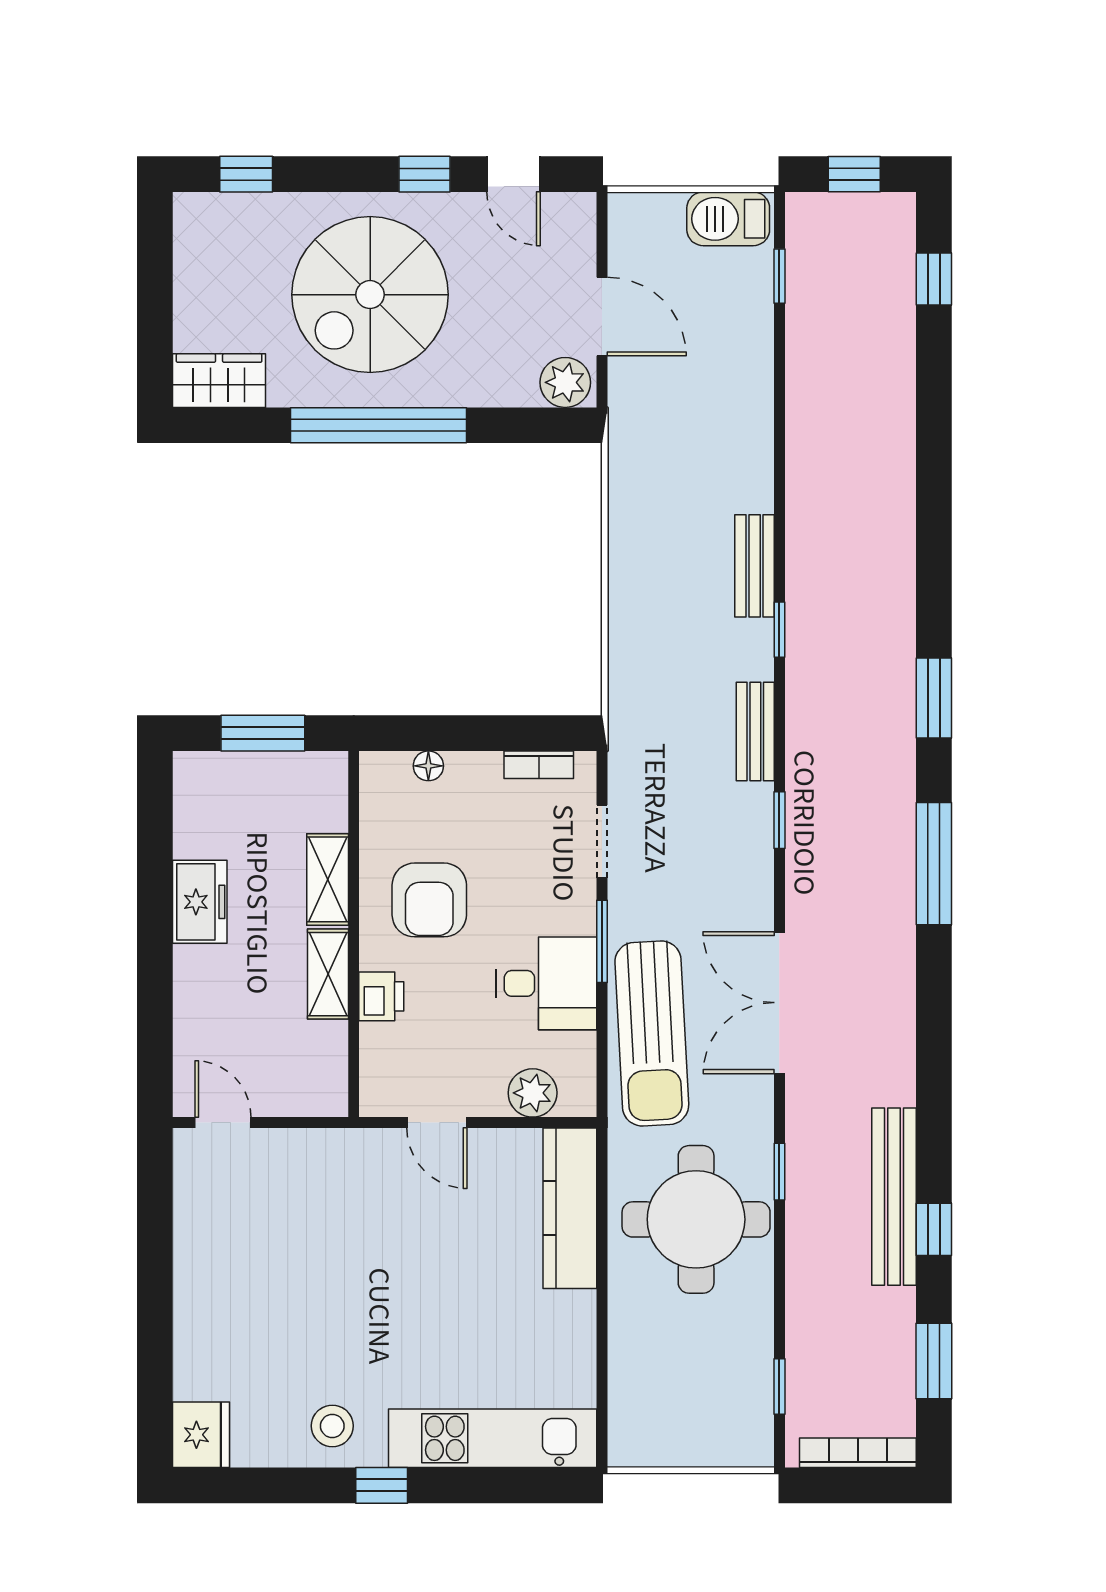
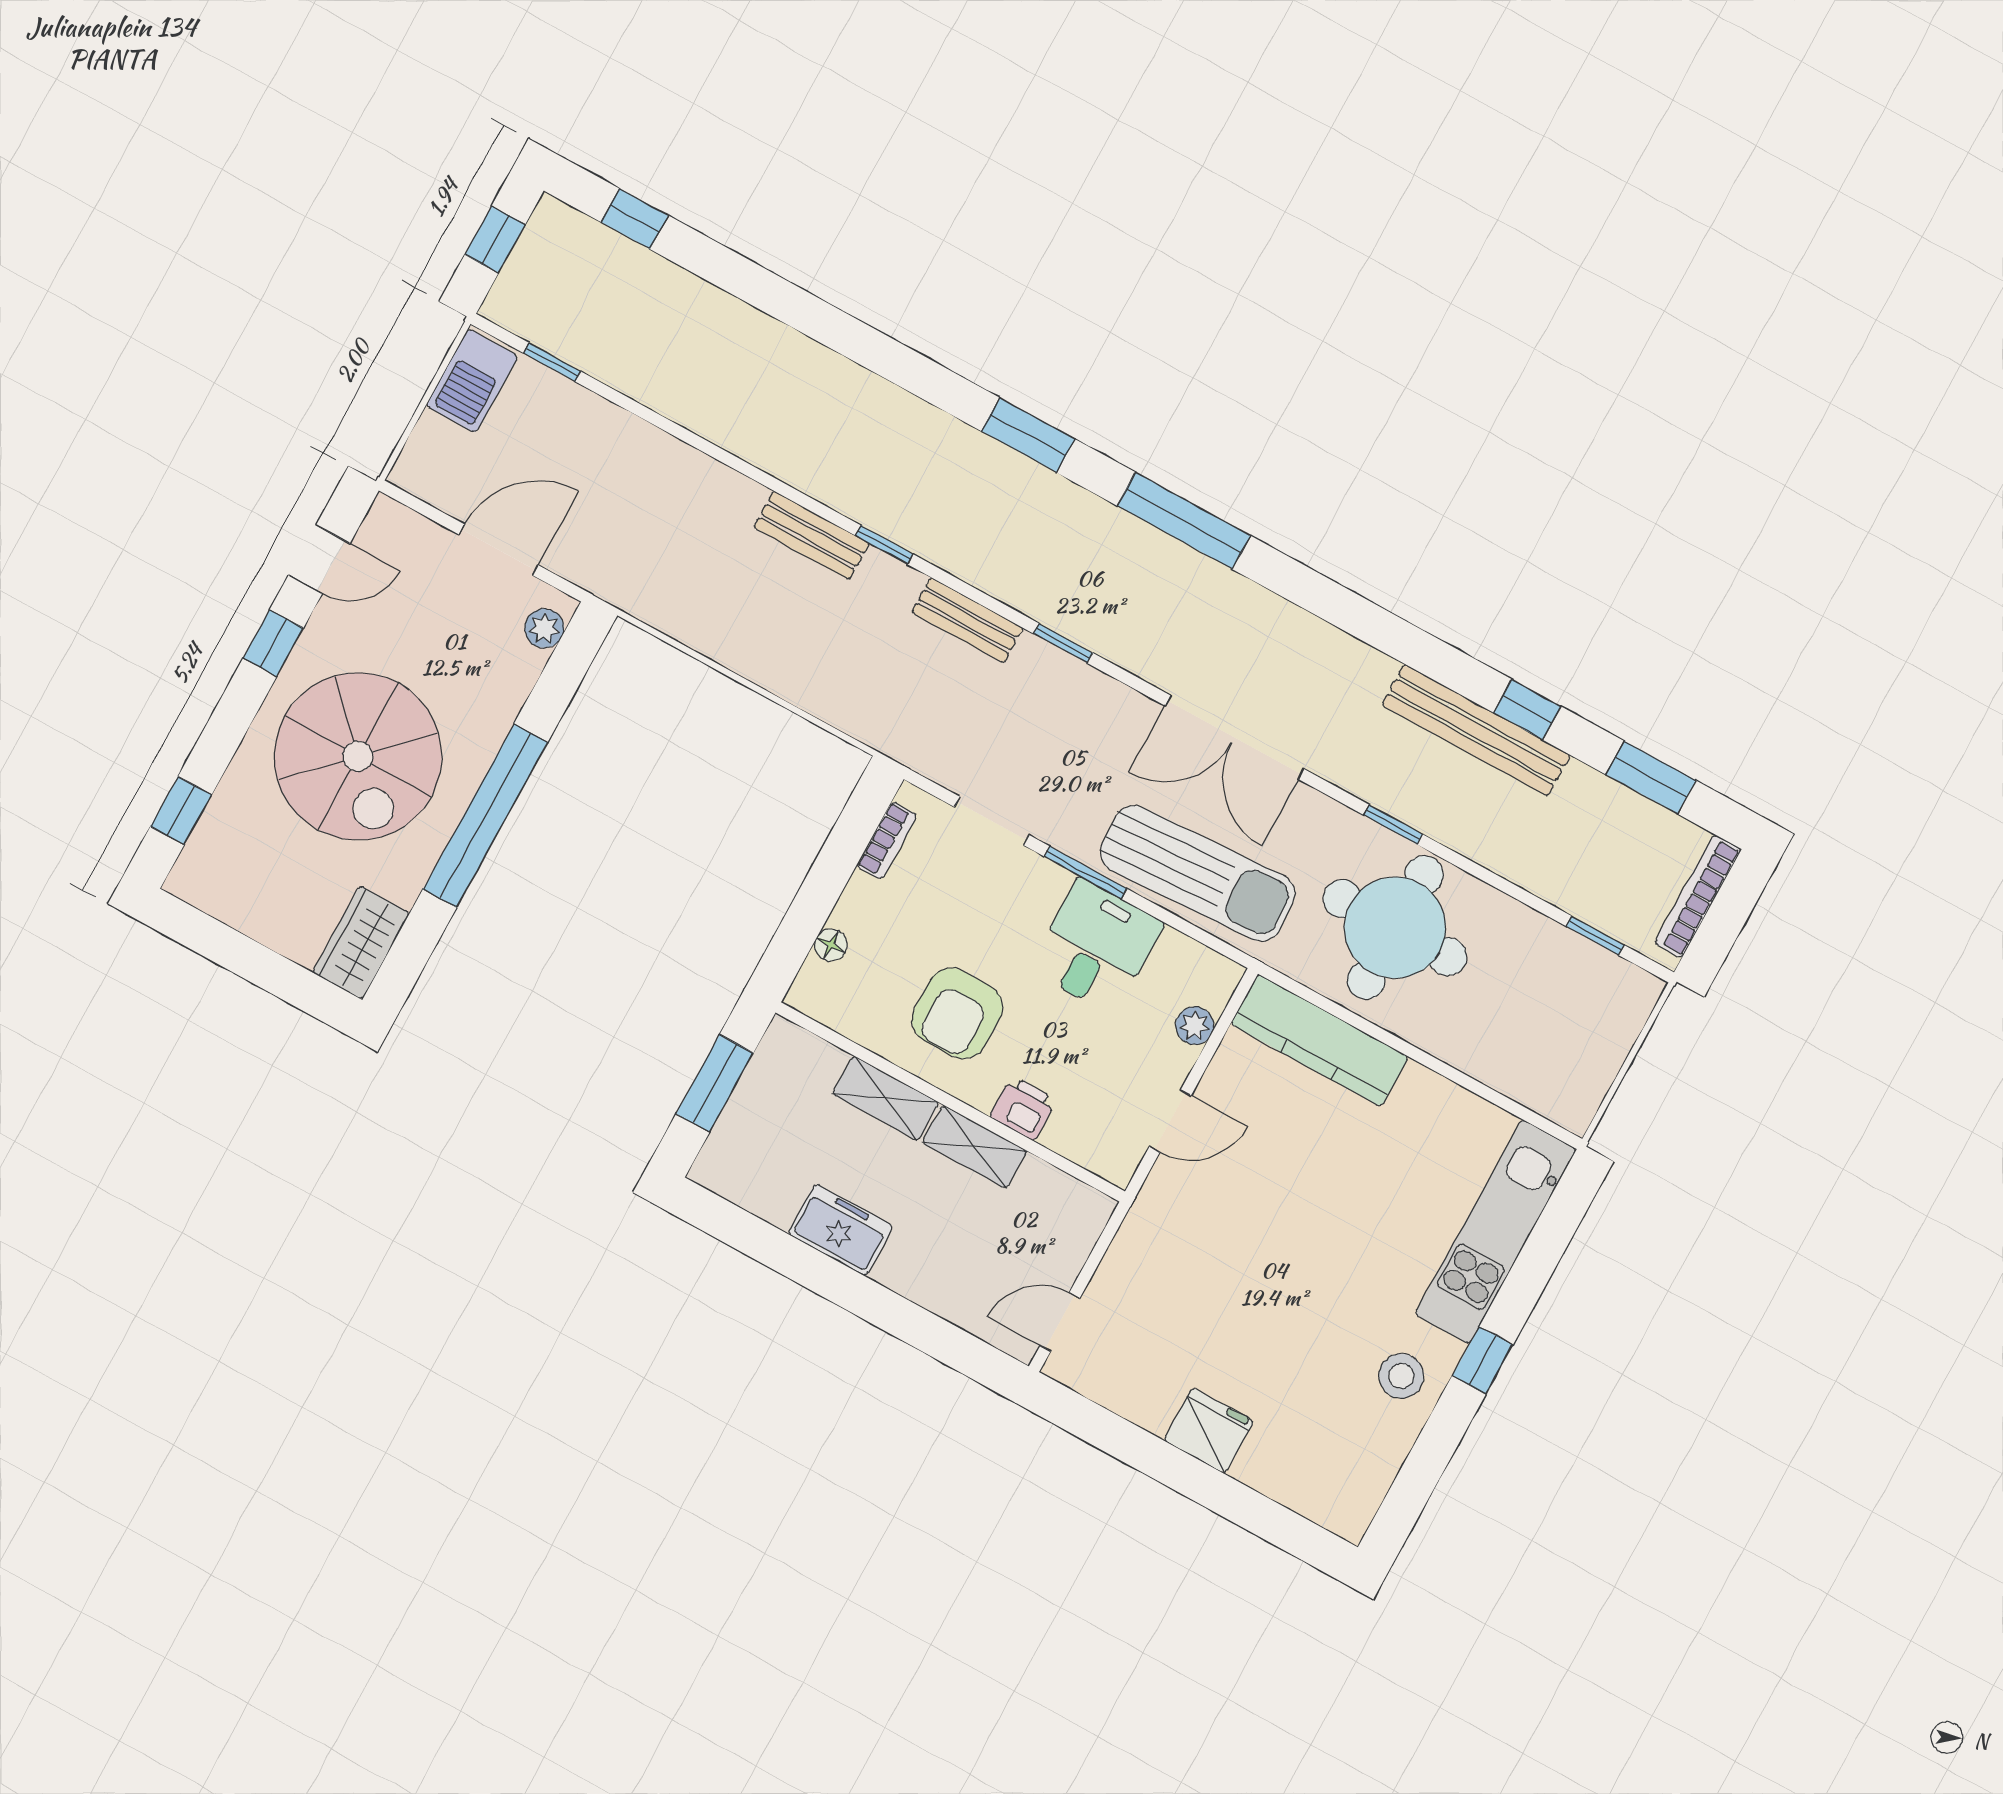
plant: (565, 382) -> (544, 628), width x0.73, depth x0.73
armchair: (429, 900) -> (957, 1013), turned 90
plant: (533, 1093) -> (1195, 1026), width x0.73, depth x0.73
fridge: (201, 1435) -> (1209, 1431), moved

